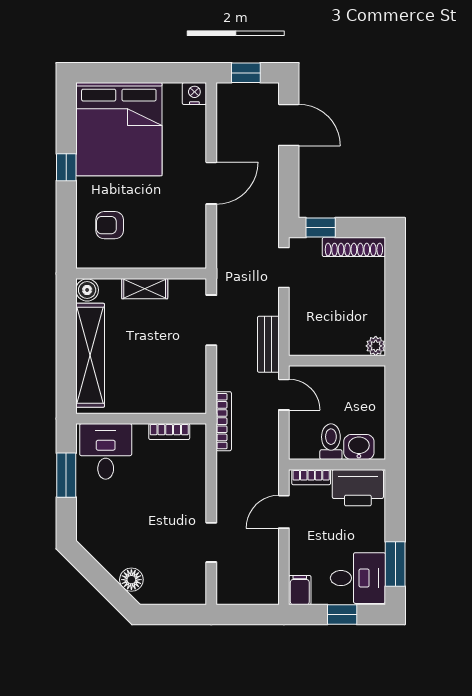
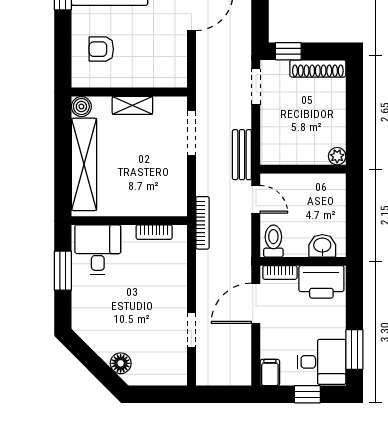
toilet: (331, 442) -> (273, 241), moved
door: (284, 512) -> (256, 303), width x1.37

